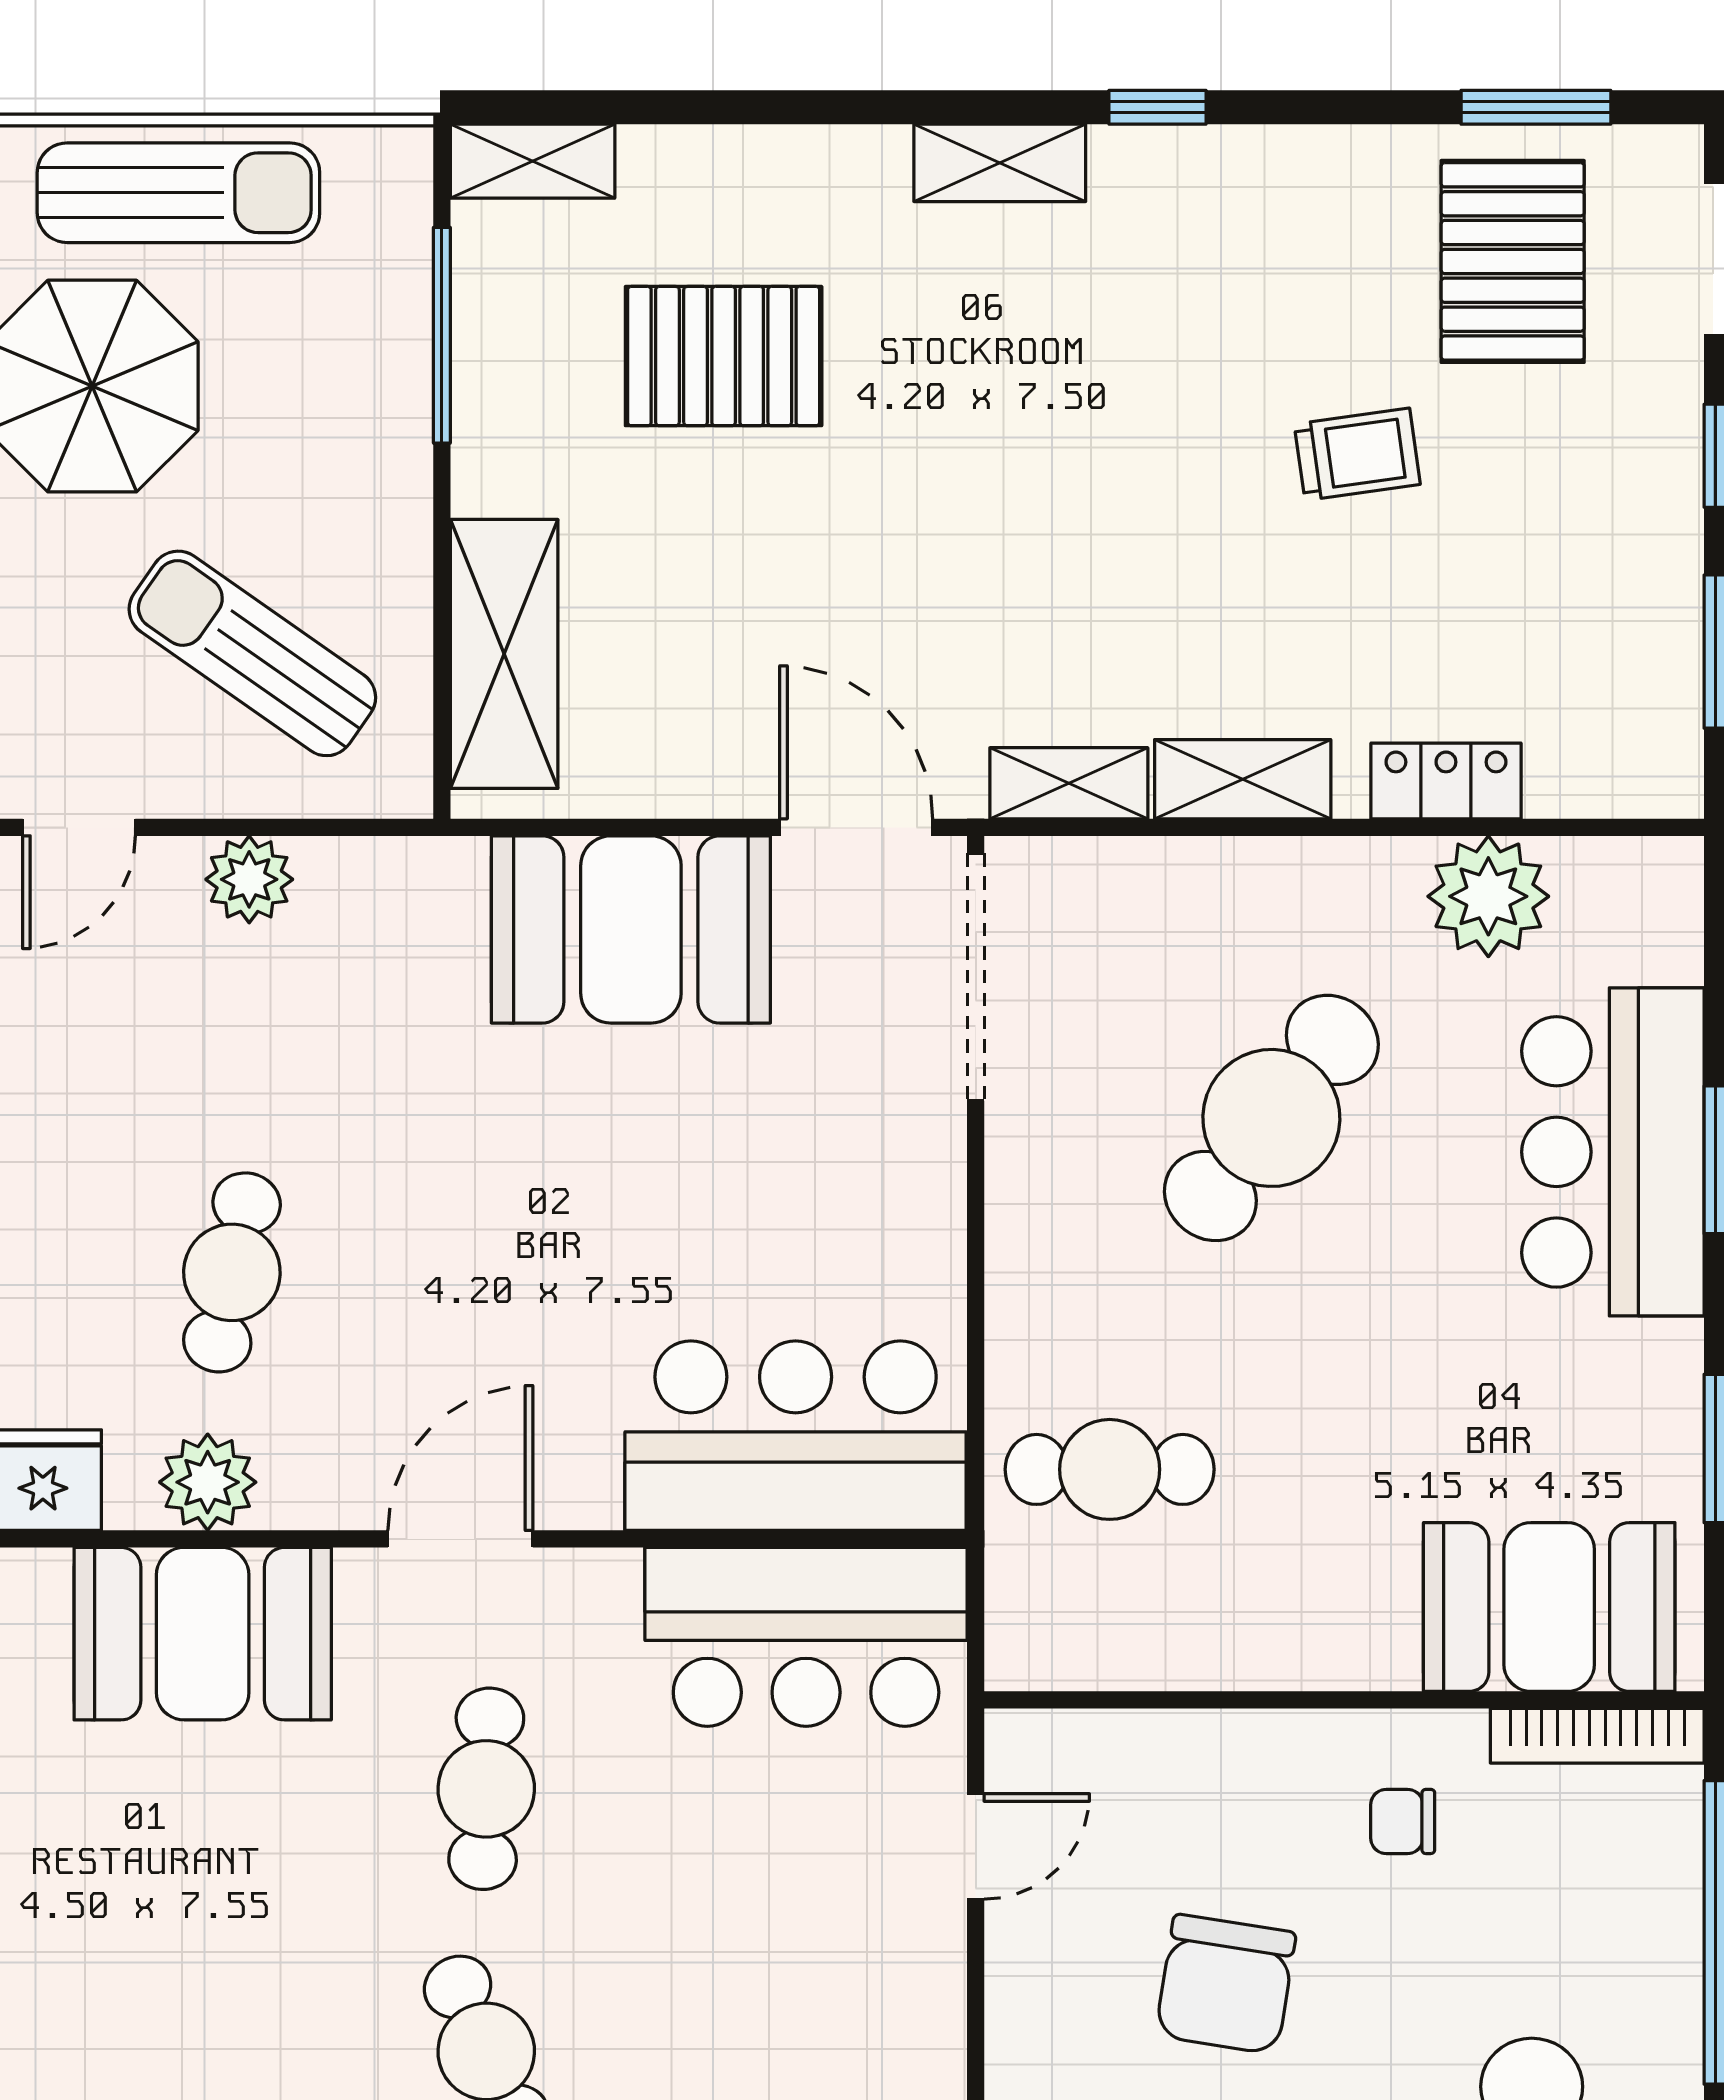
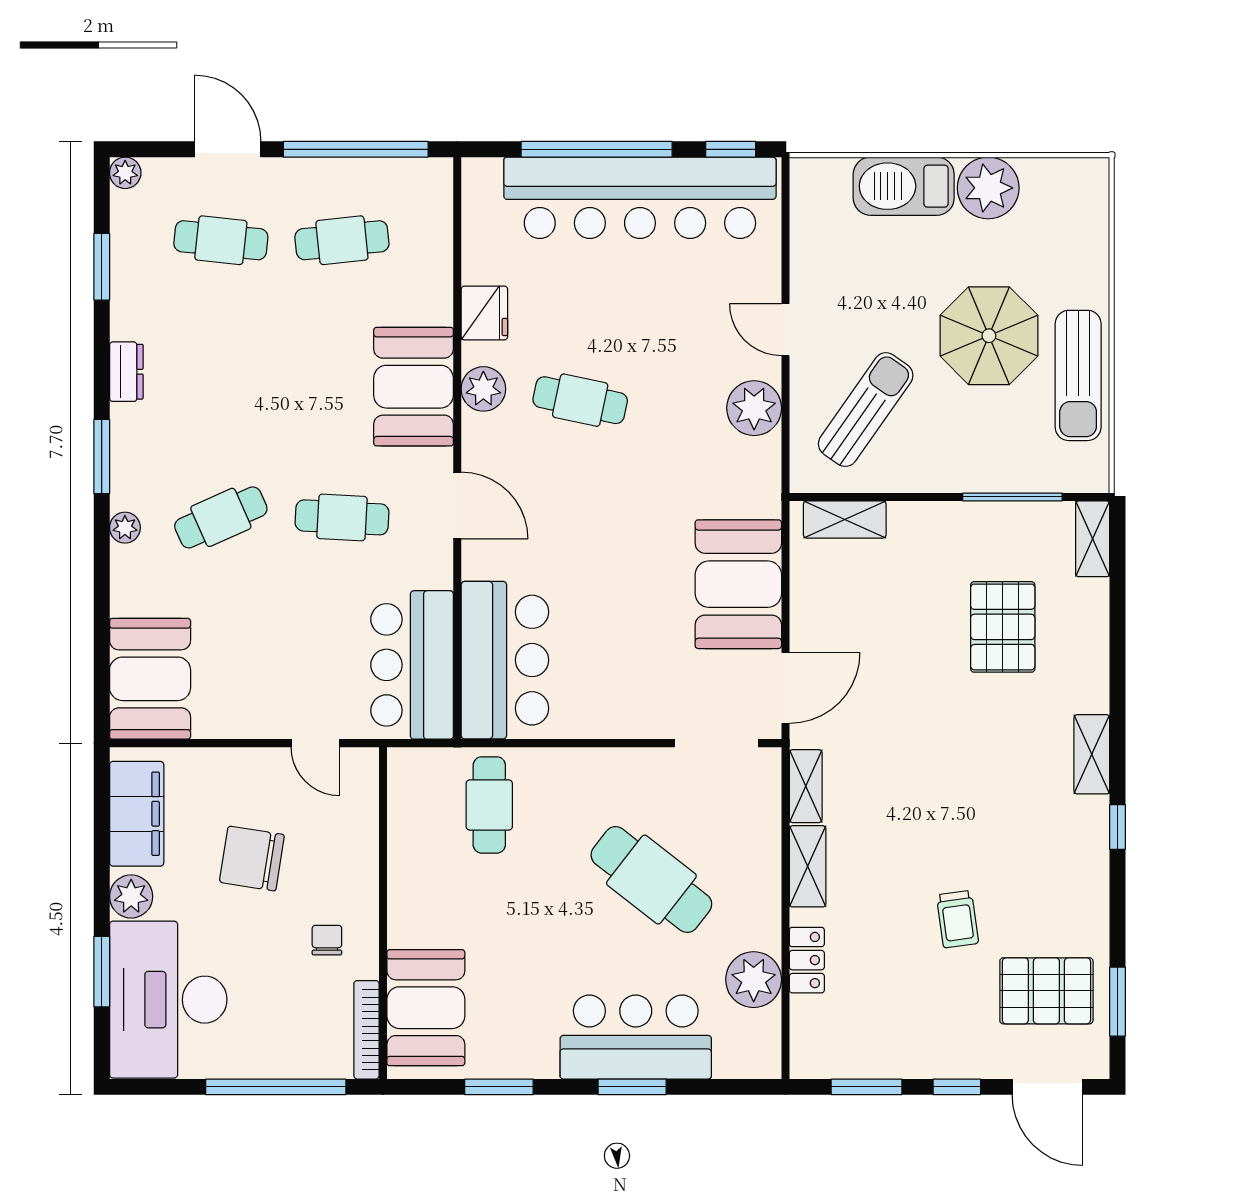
shelving: (504, 654) -> (845, 519), width x0.67, depth x0.75
plant: (249, 879) -> (754, 408), width x1.36, depth x1.36
doorway: (976, 977) -> (716, 743), width x0.73

